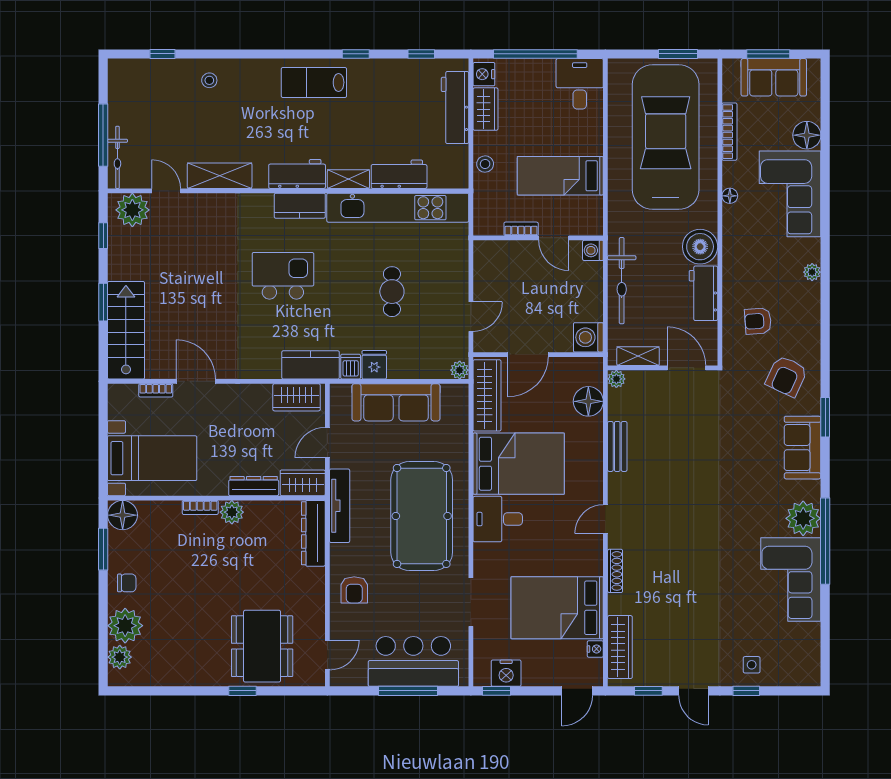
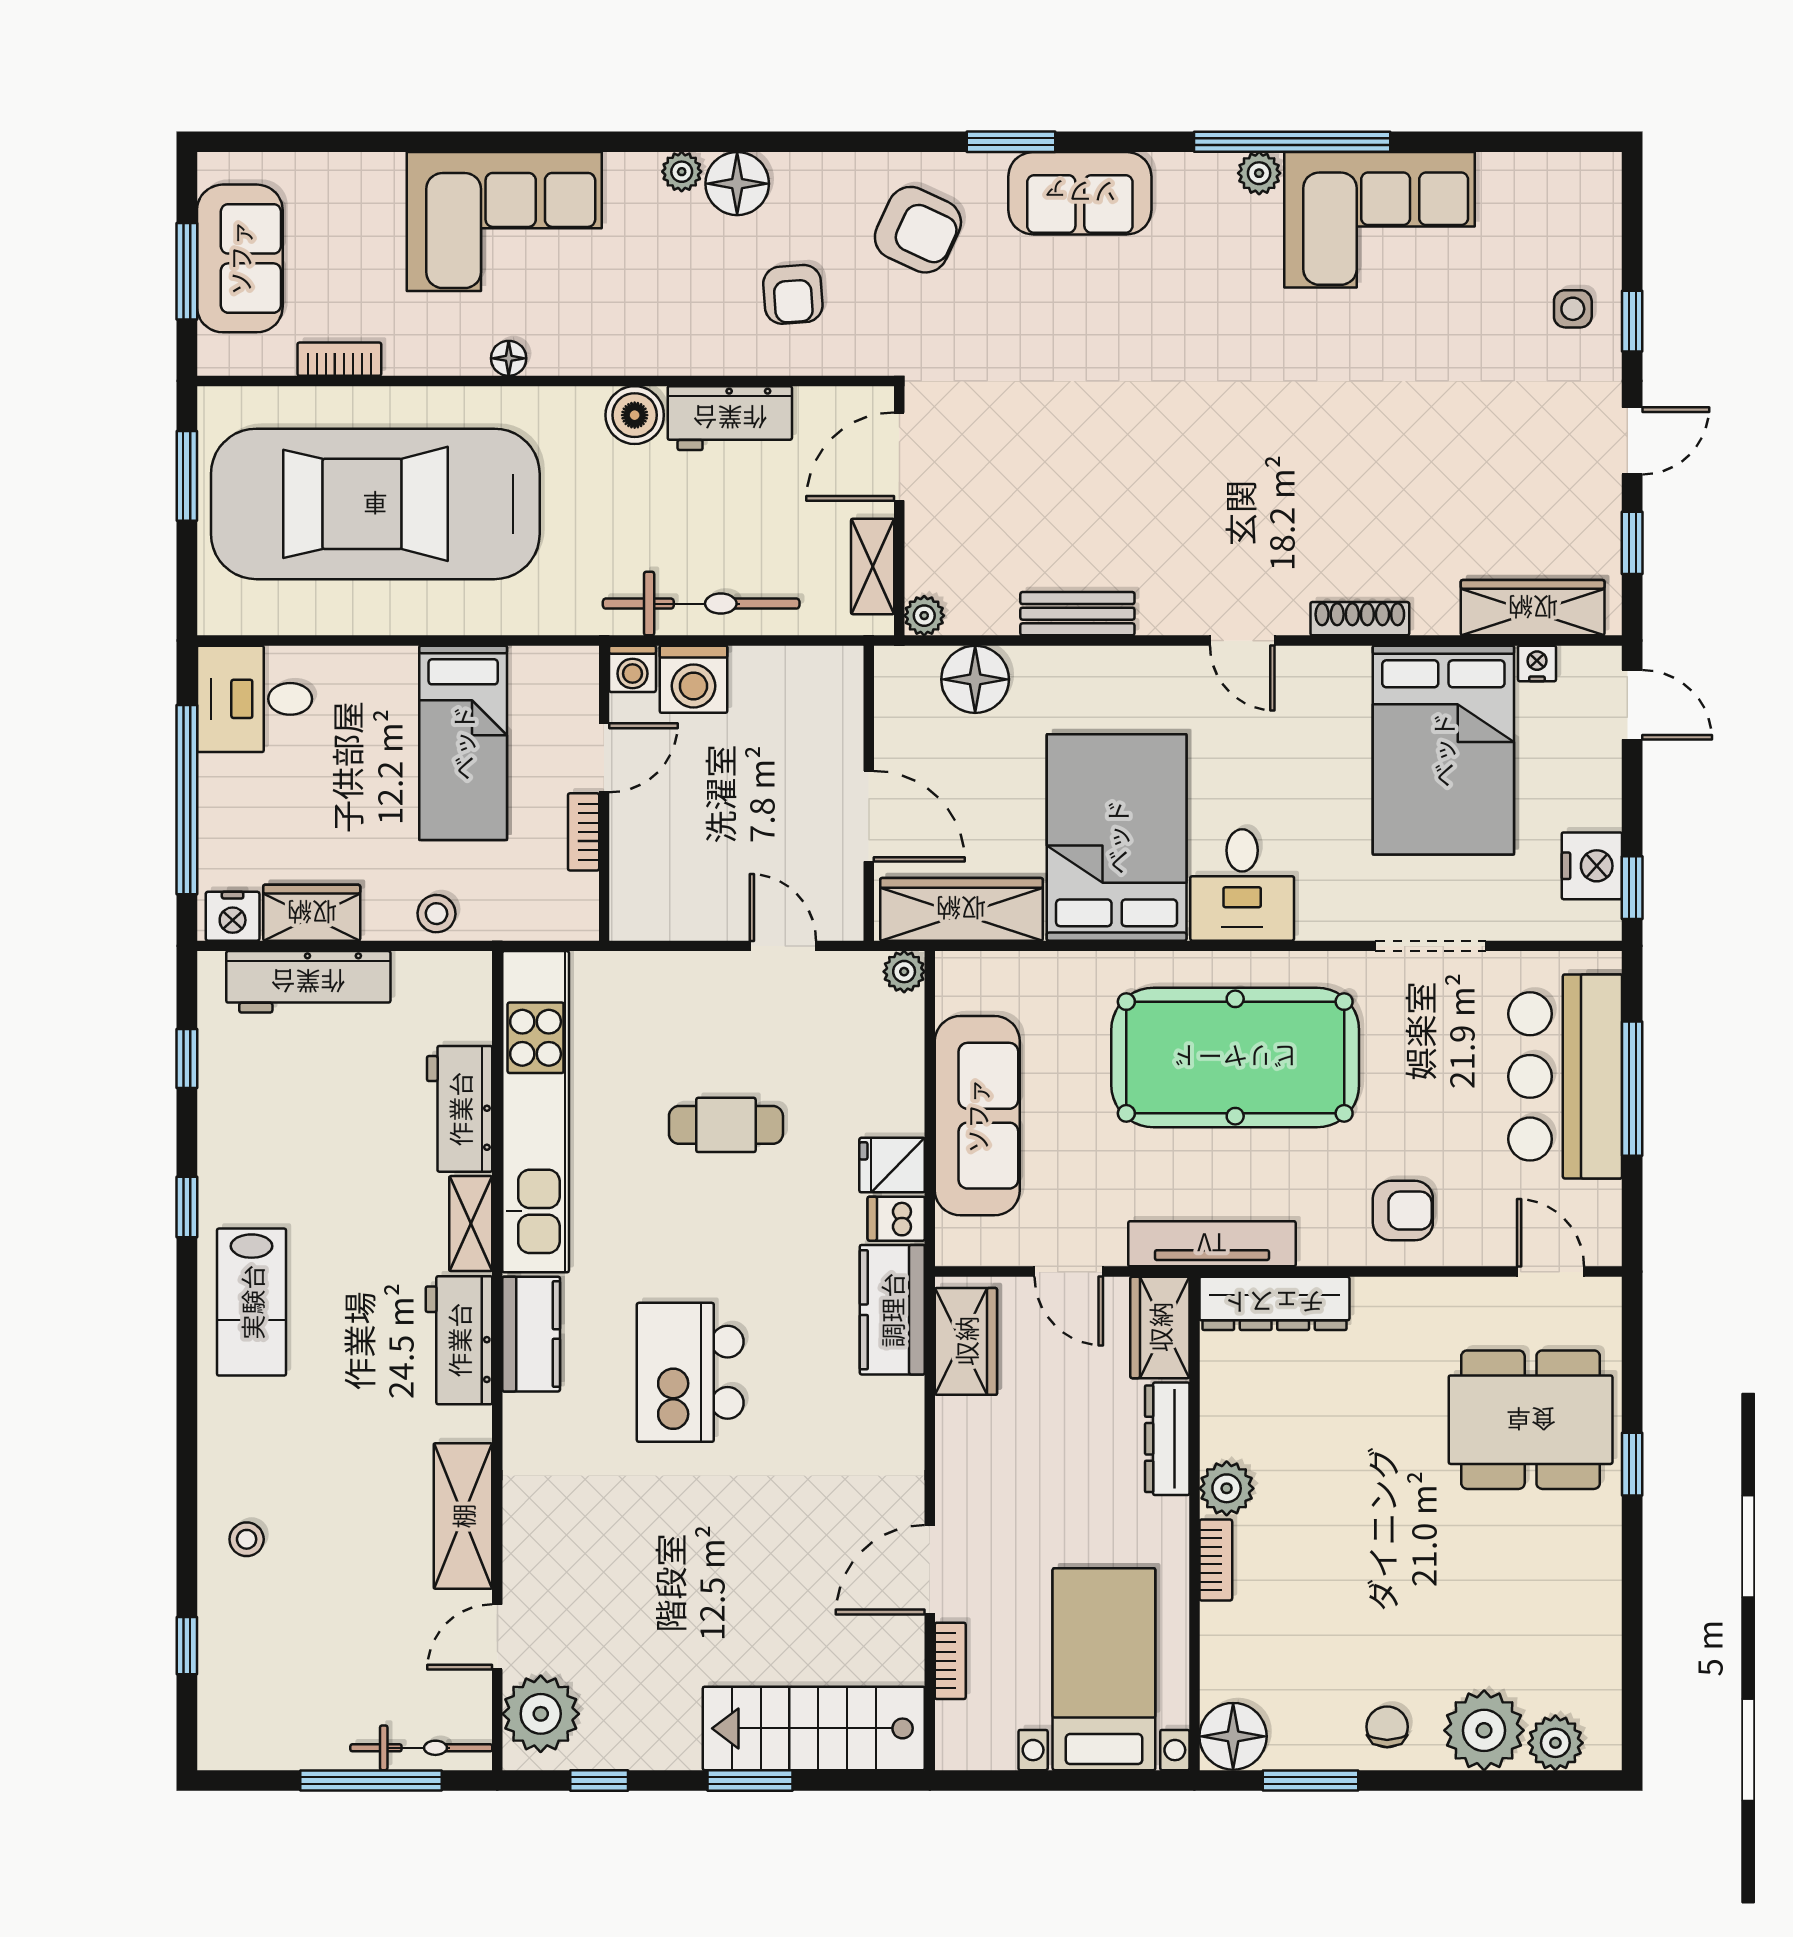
bookcase: (729, 132) -> (339, 359), width x0.64
floor lamp: (807, 135) -> (737, 184), moved
boiler: (700, 247) -> (635, 415), width x0.73, depth x0.73
washing machine: (588, 337) -> (693, 679), moved
plant: (803, 518) -> (1259, 173), width x0.53, depth x0.53

